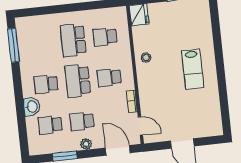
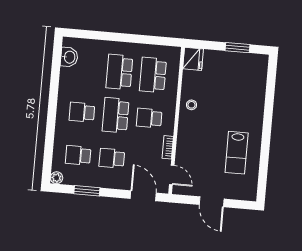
school desk: (105, 37) -> (153, 75), width x1.85
window: (13, 45) -> (56, 65), removed
lab bench: (193, 69) -> (237, 153), moved
washbasin: (32, 107) -> (69, 57), moved
plant: (86, 144) -> (57, 178), moved

